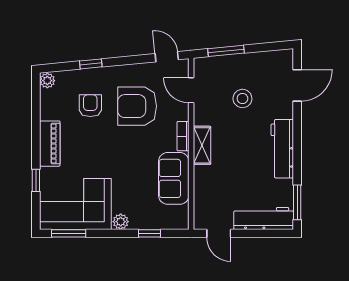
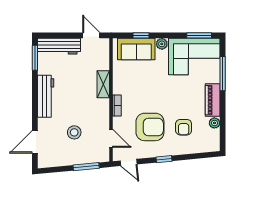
window: (91, 64) -> (164, 159), moved
plant: (47, 81) -> (214, 123), moved
shelving: (202, 145) -> (103, 84), moved
sofa: (174, 178) -> (136, 49), moved, turned 90
window: (36, 180) -> (223, 74), width x2.17

